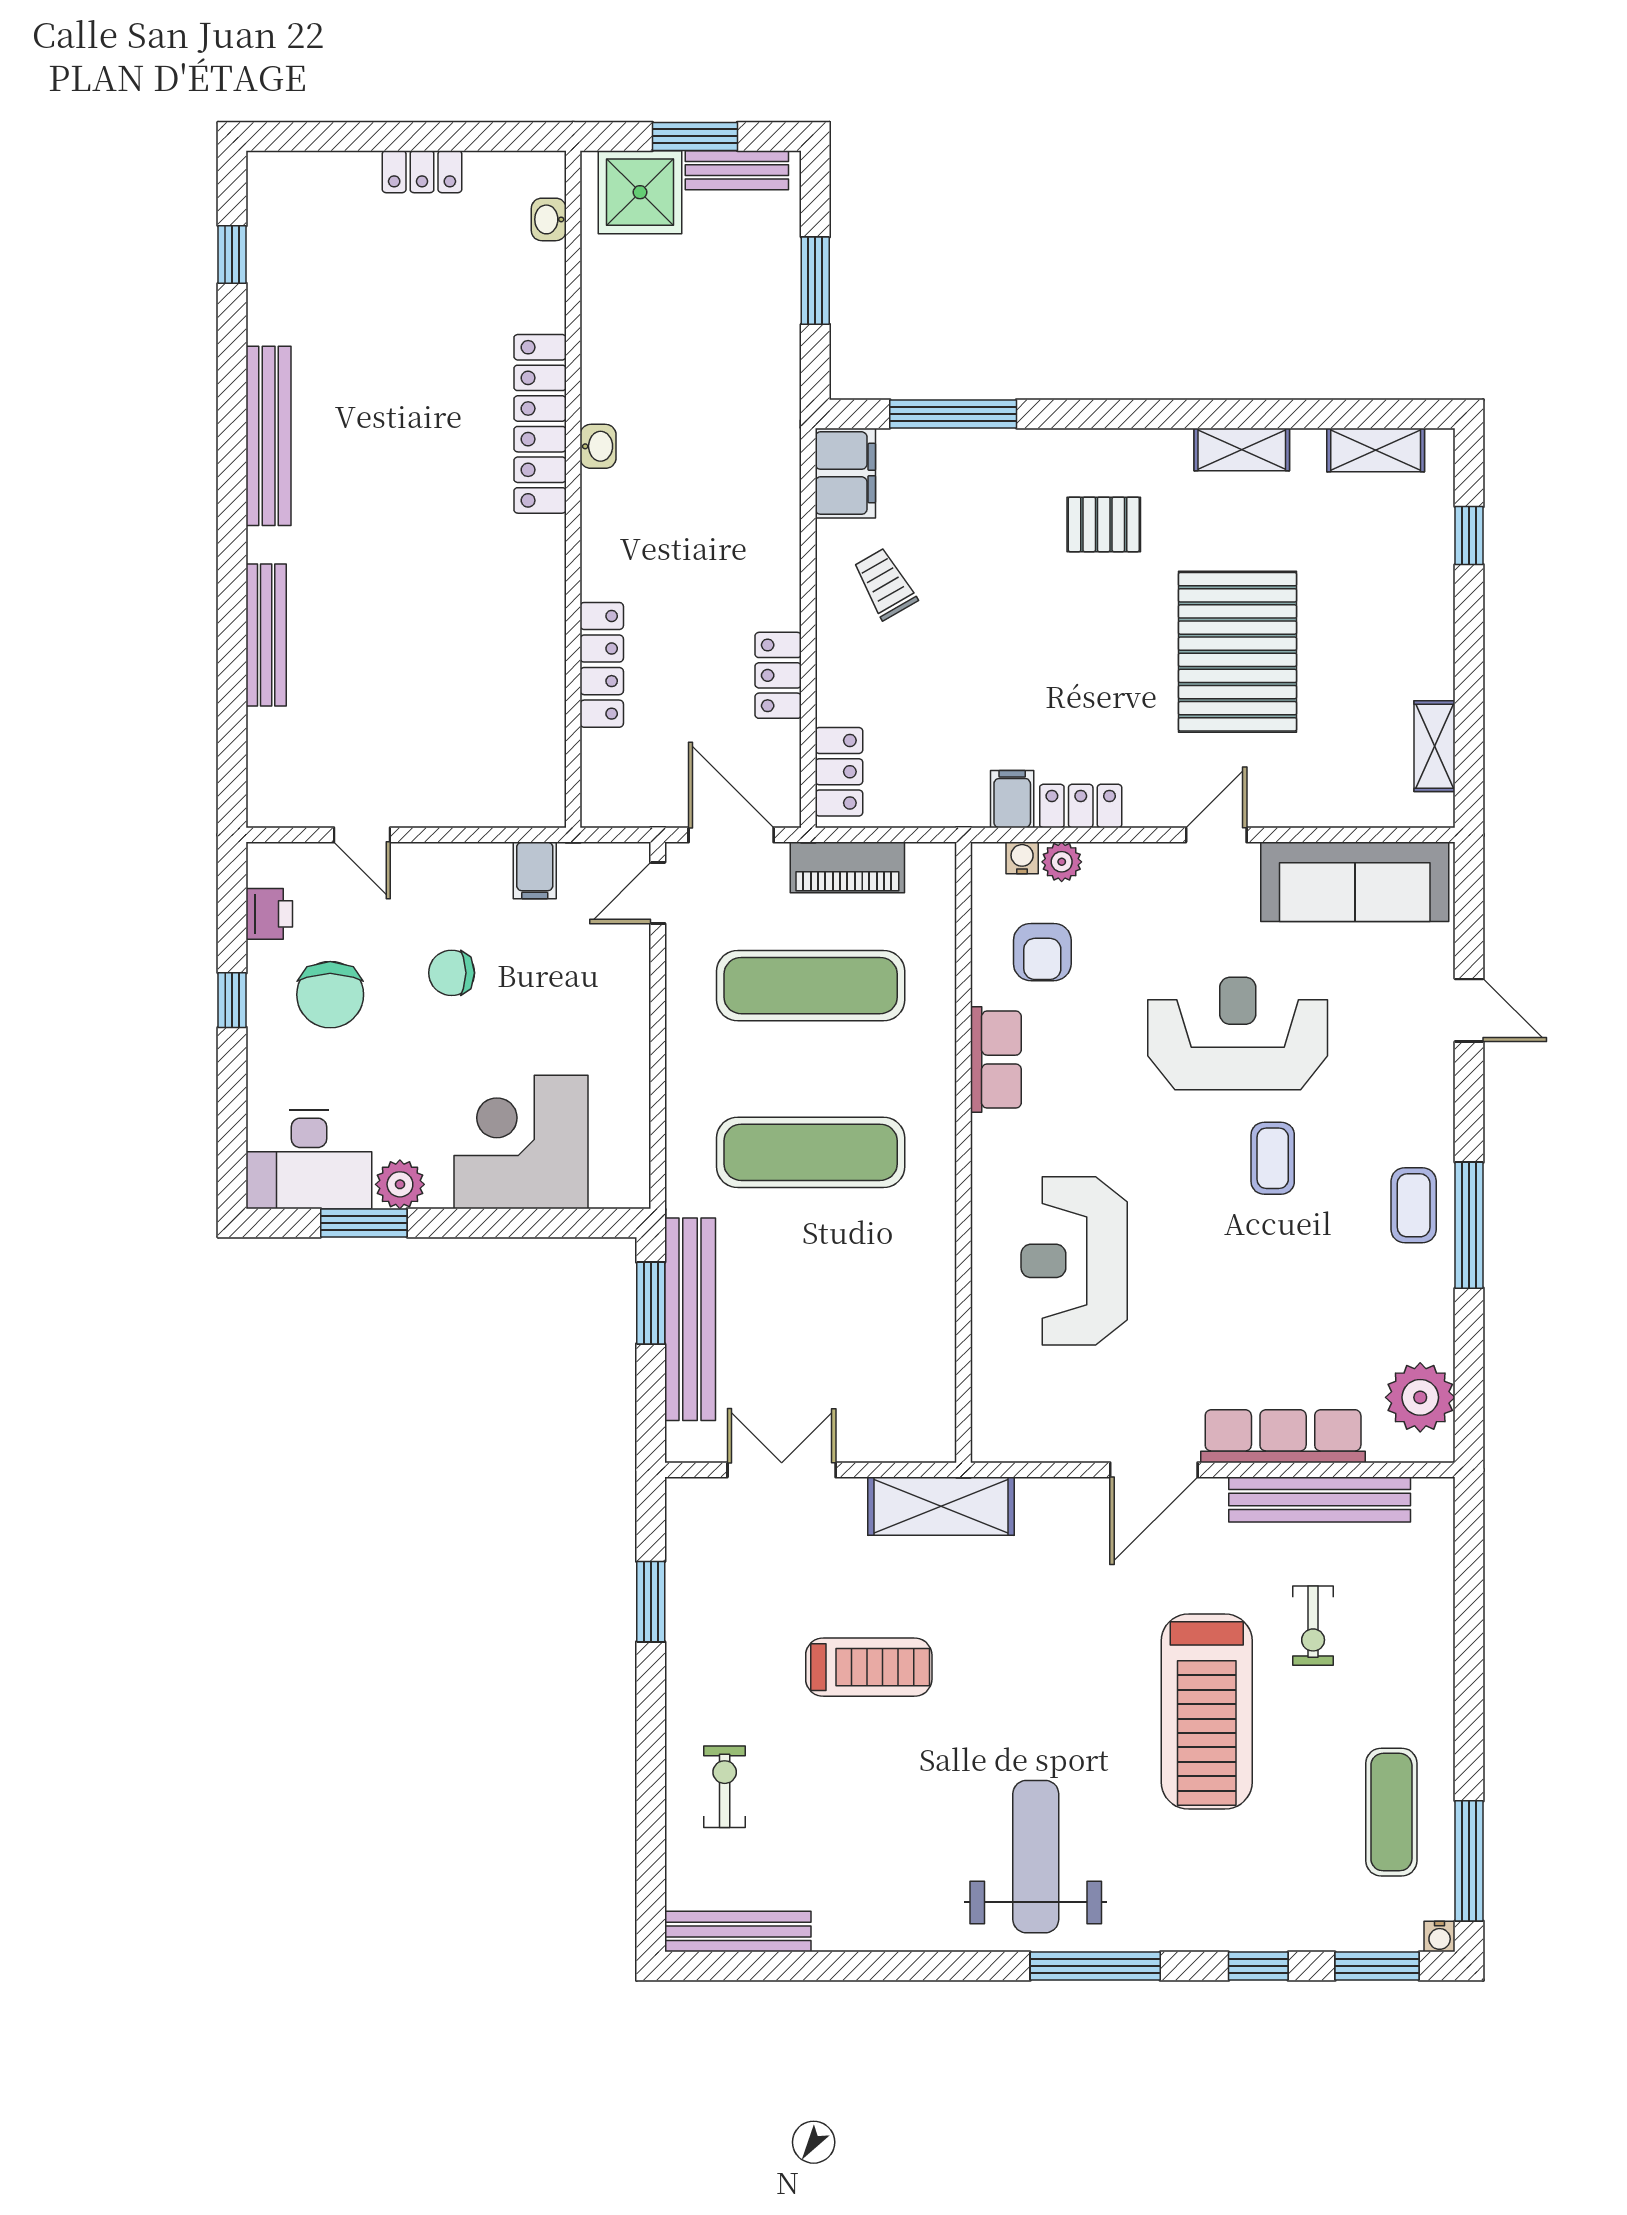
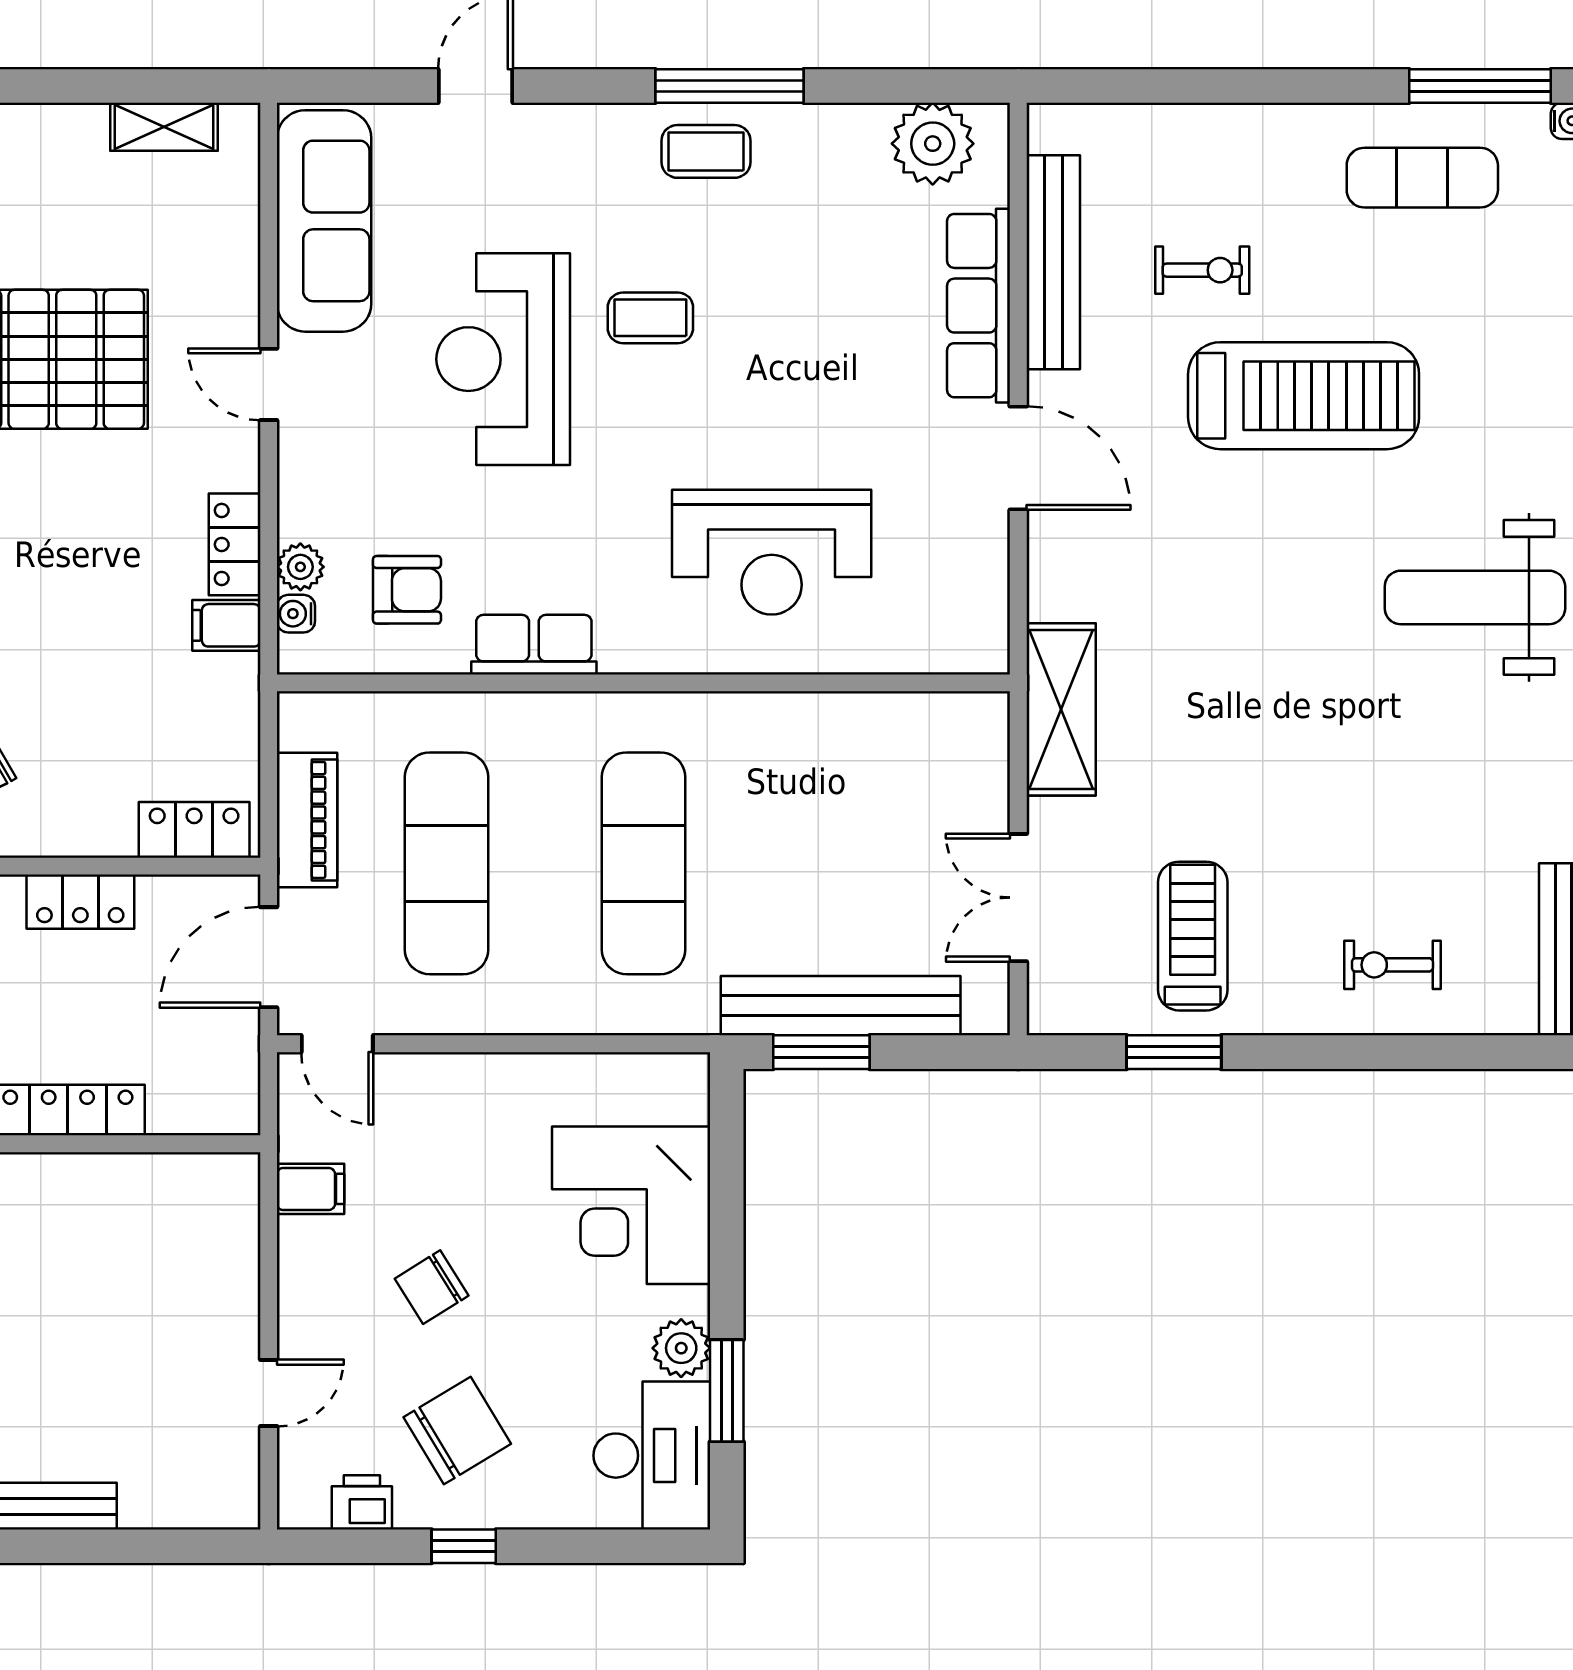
chair: (452, 973) -> (432, 1287), turned 58
chair: (330, 995) -> (457, 1431), turned -31
treadmill: (869, 1667) -> (1193, 936), moved

